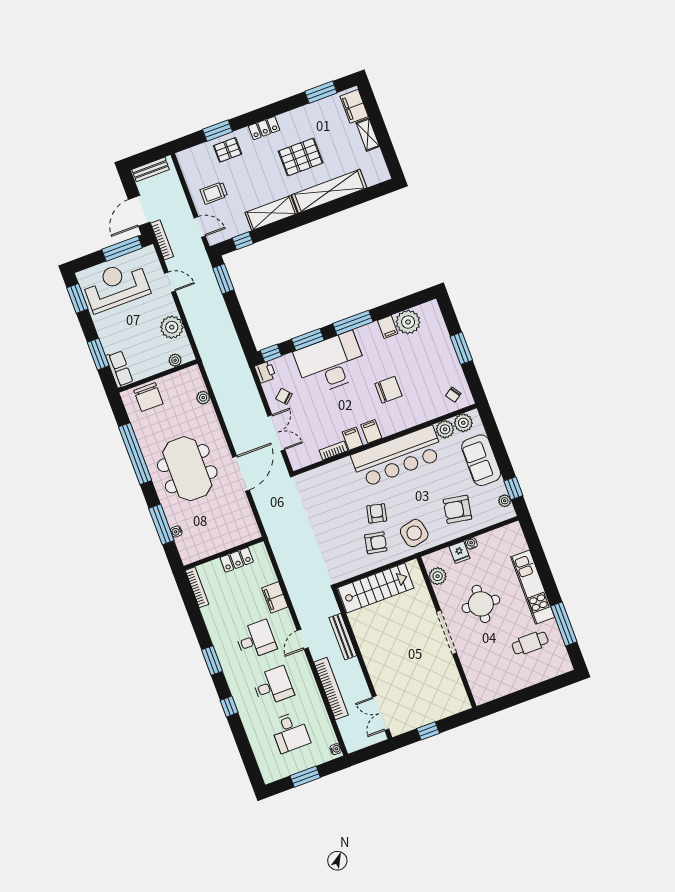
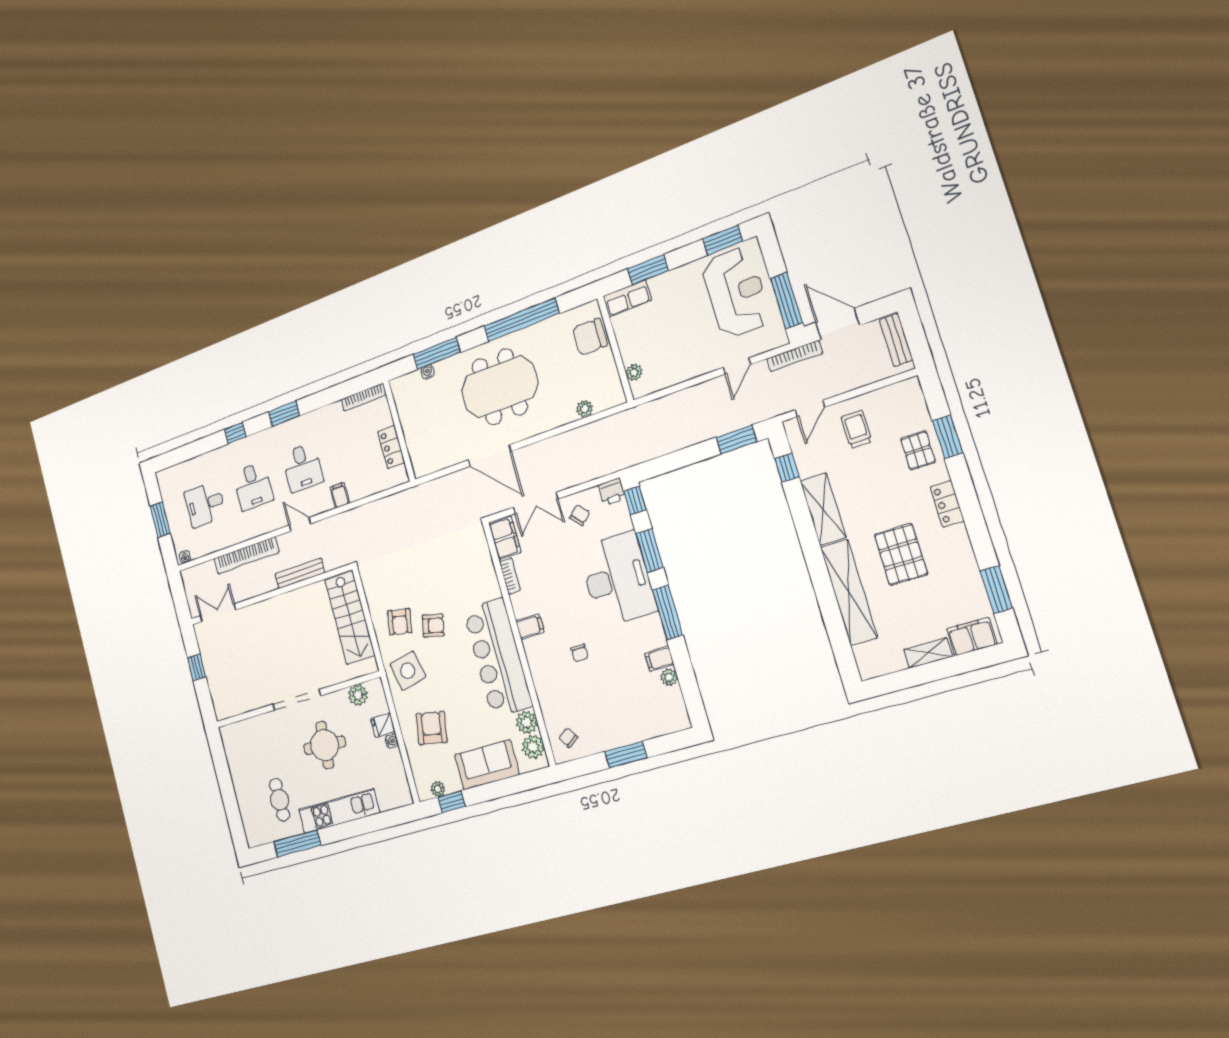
plant: (408, 322) -> (669, 677), width x0.53, depth x0.53
plant: (172, 327) -> (677, 368), removed
chair: (388, 390) -> (580, 653), width x0.54, depth x0.54
filing cabinet: (353, 439) -> (505, 538), moved, width x2.00
filing cabinet: (275, 597) -> (340, 495), width x0.50

